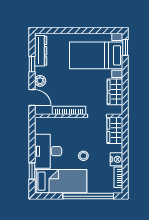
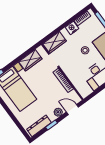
door: (32, 98) -> (72, 110), hinge flipped

